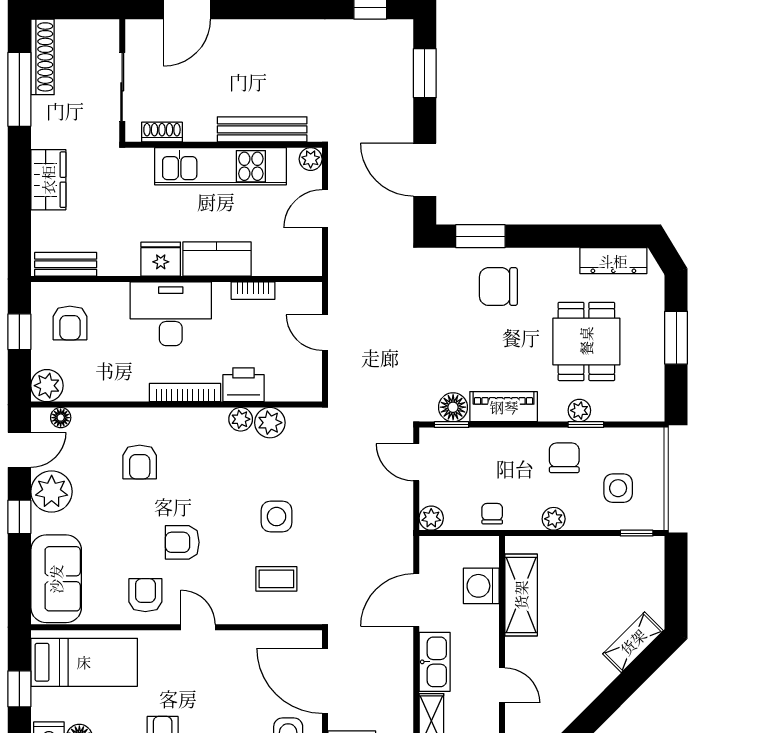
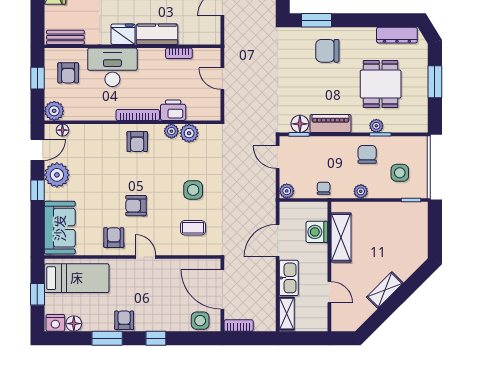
desk: (171, 314) -> (112, 67), moved
armchair: (140, 462) -> (137, 142), moved
shelving: (633, 642) -> (385, 290), moved

